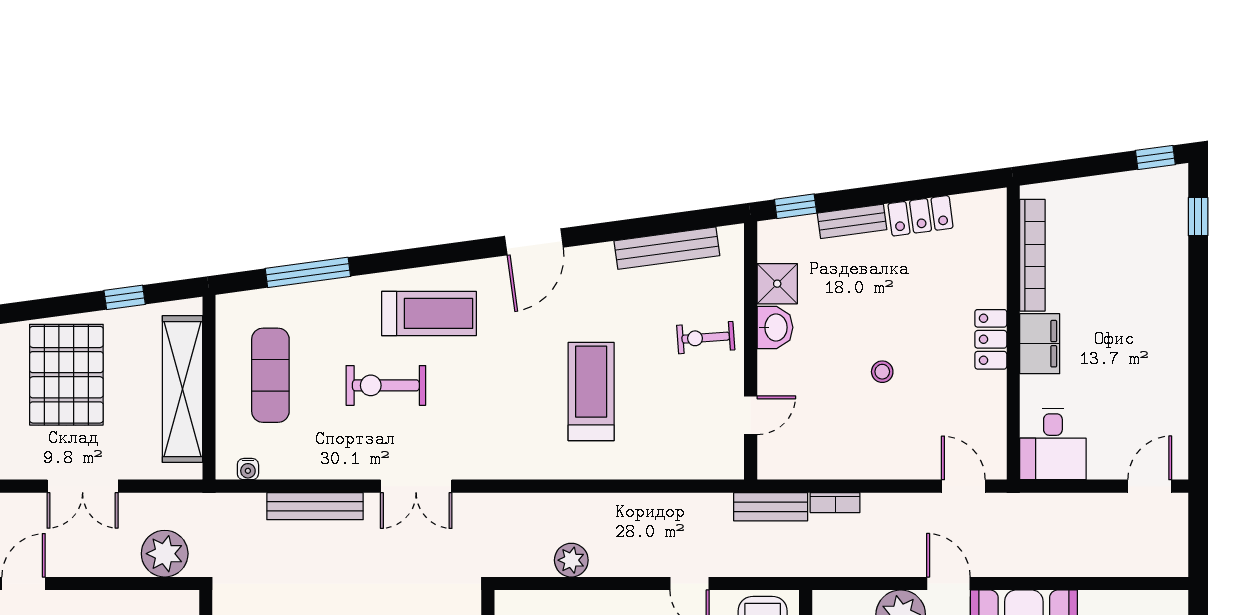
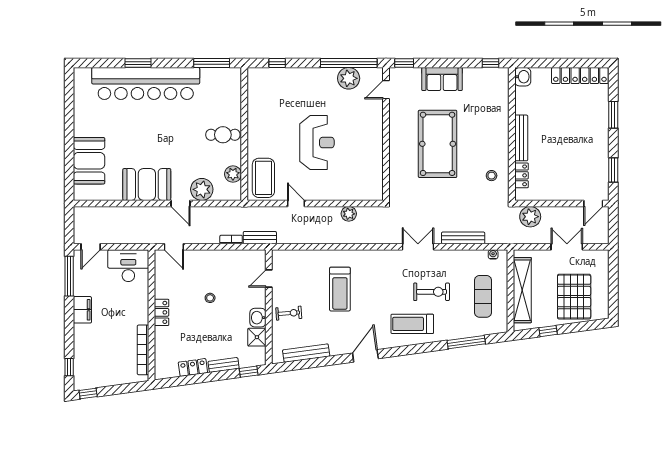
filing cabinet: (1040, 344) -> (82, 310), moved, turned 180
window: (1198, 421) -> (69, 276), added
desk: (1053, 444) -> (128, 266), width x1.37

